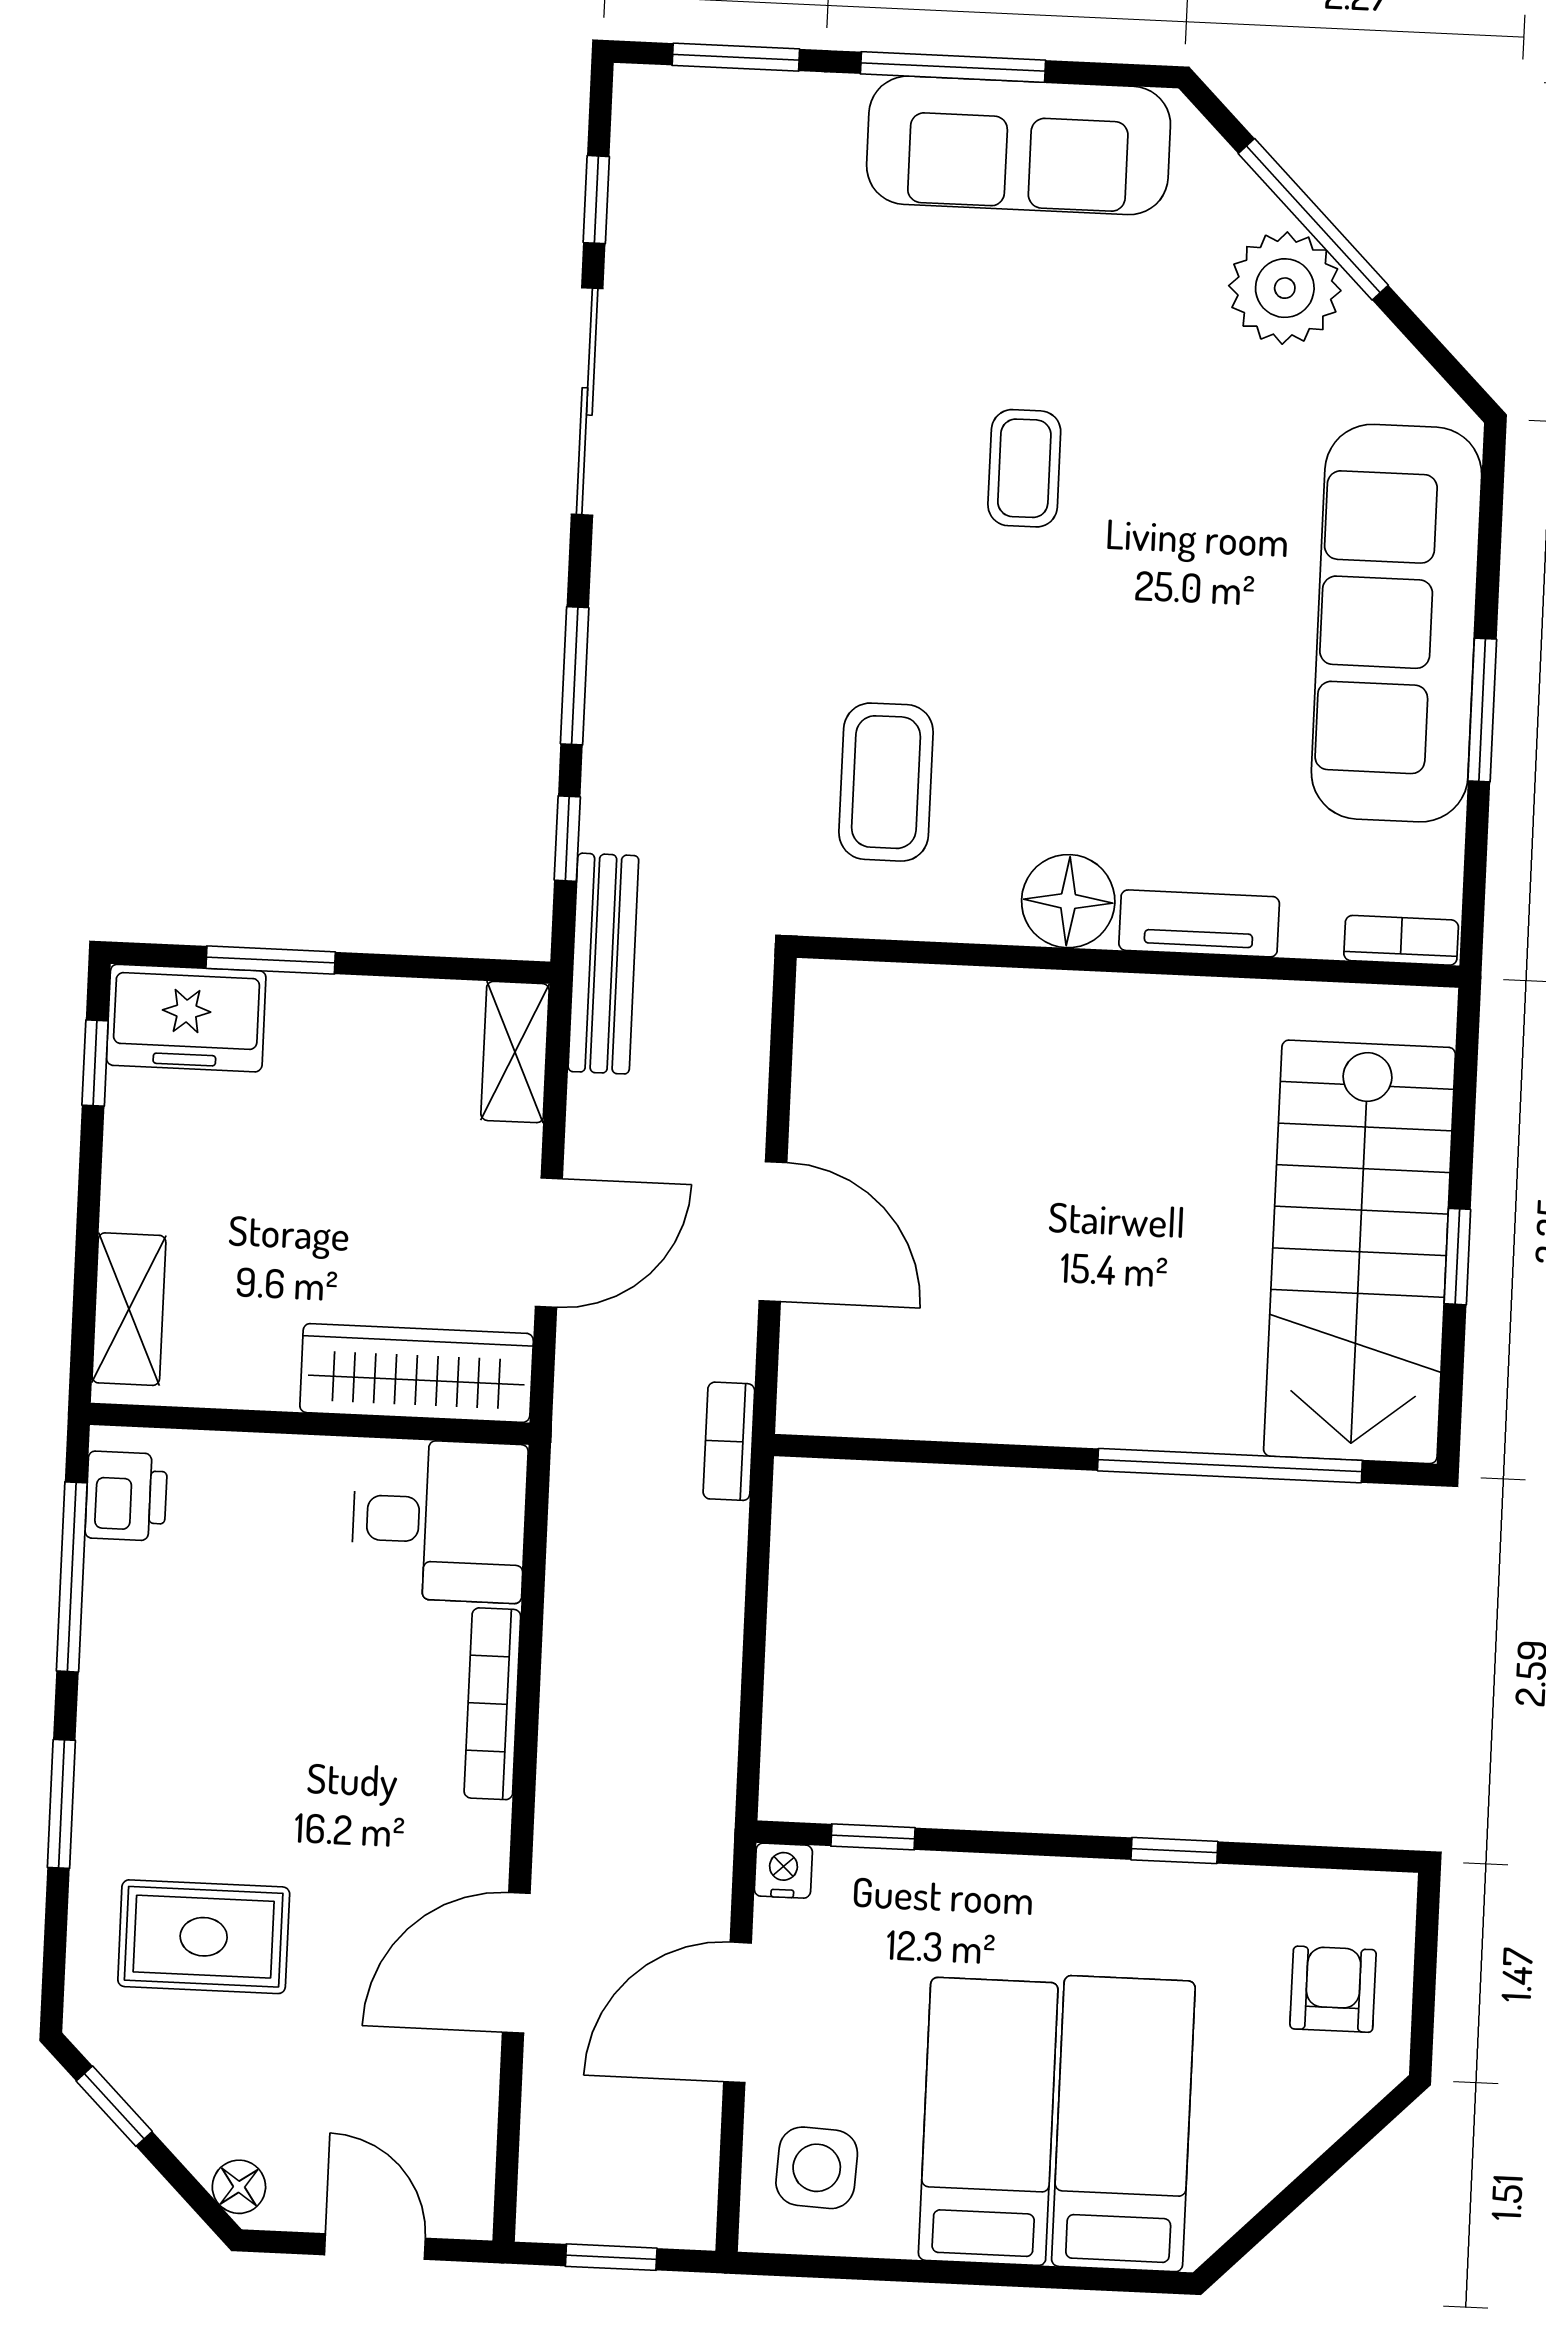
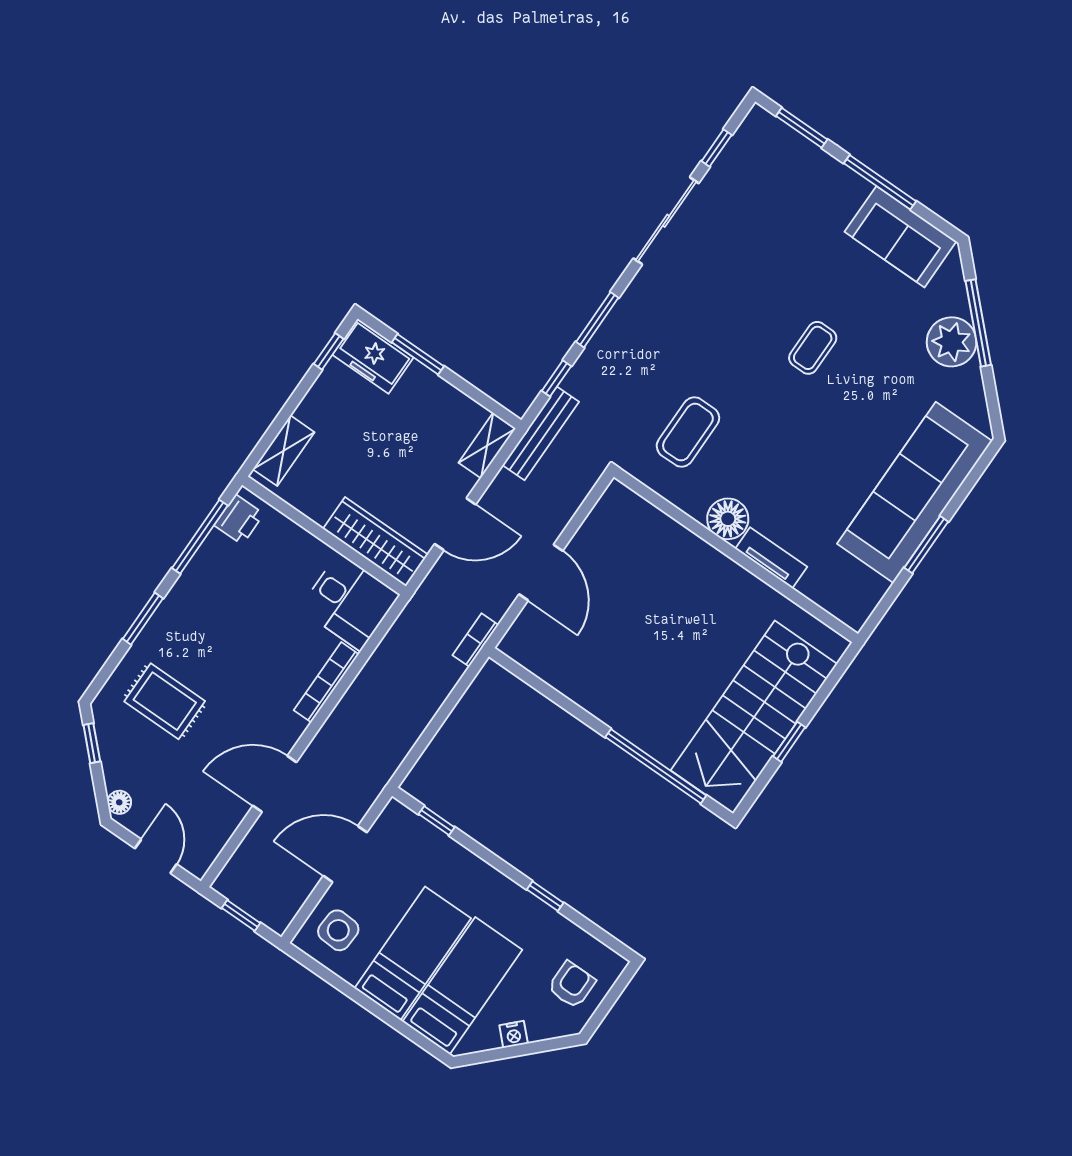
sofa: (1019, 145) -> (900, 237), width x0.73
bookcase: (1401, 940) -> (842, 611), removed
nightstand: (783, 1871) -> (514, 1034), moved, turned 135

